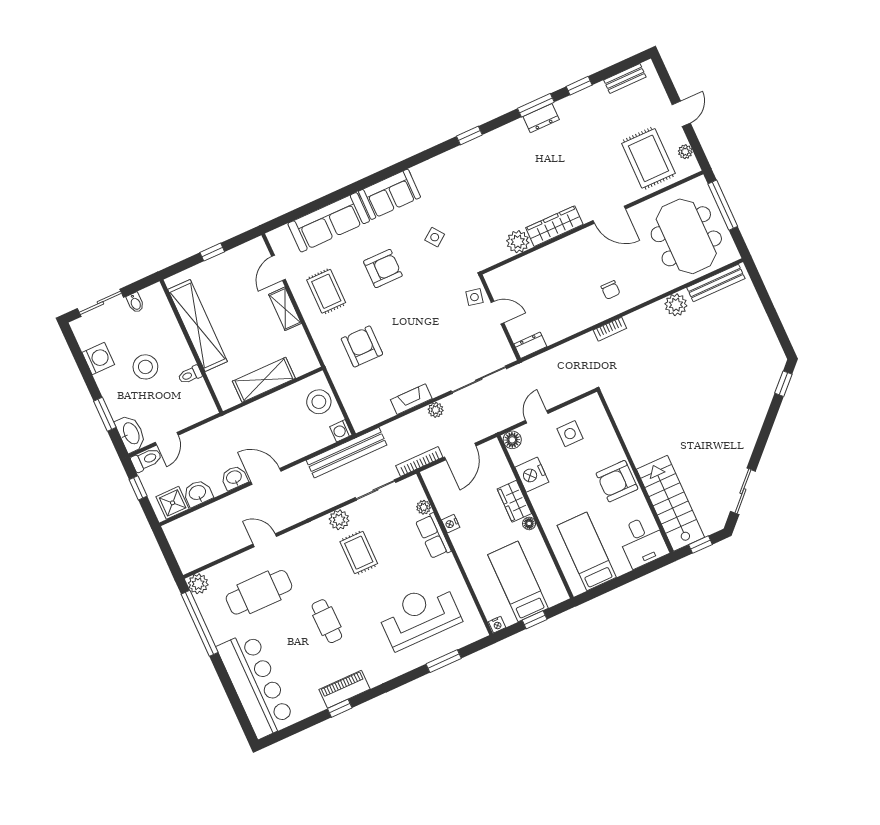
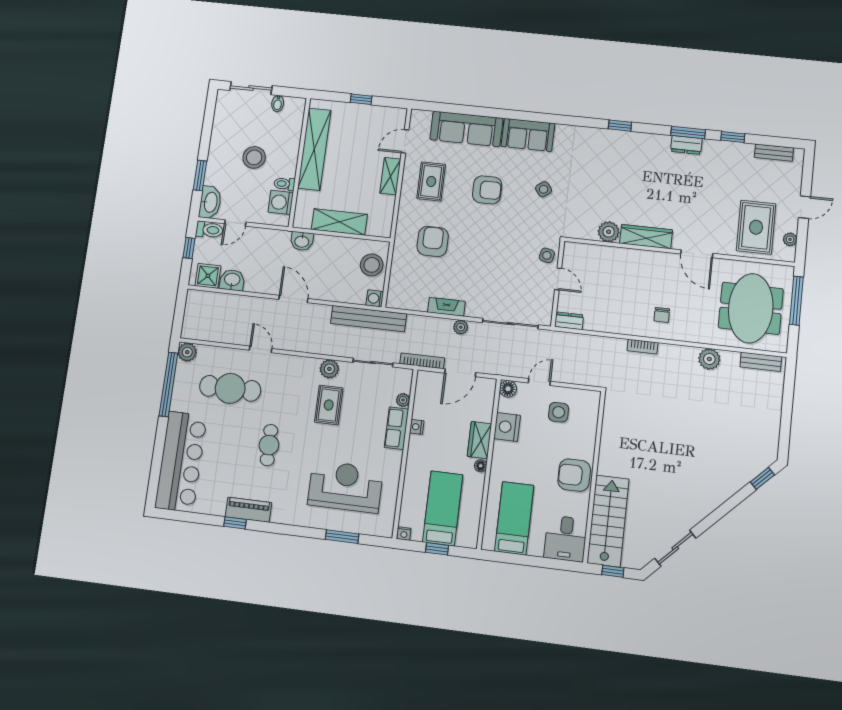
bench: (716, 283) -> (761, 362), width x0.73
washing machine: (98, 358) -> (281, 202), moved, turned 180
washbasin: (234, 478) -> (302, 241), moved, turned 180

